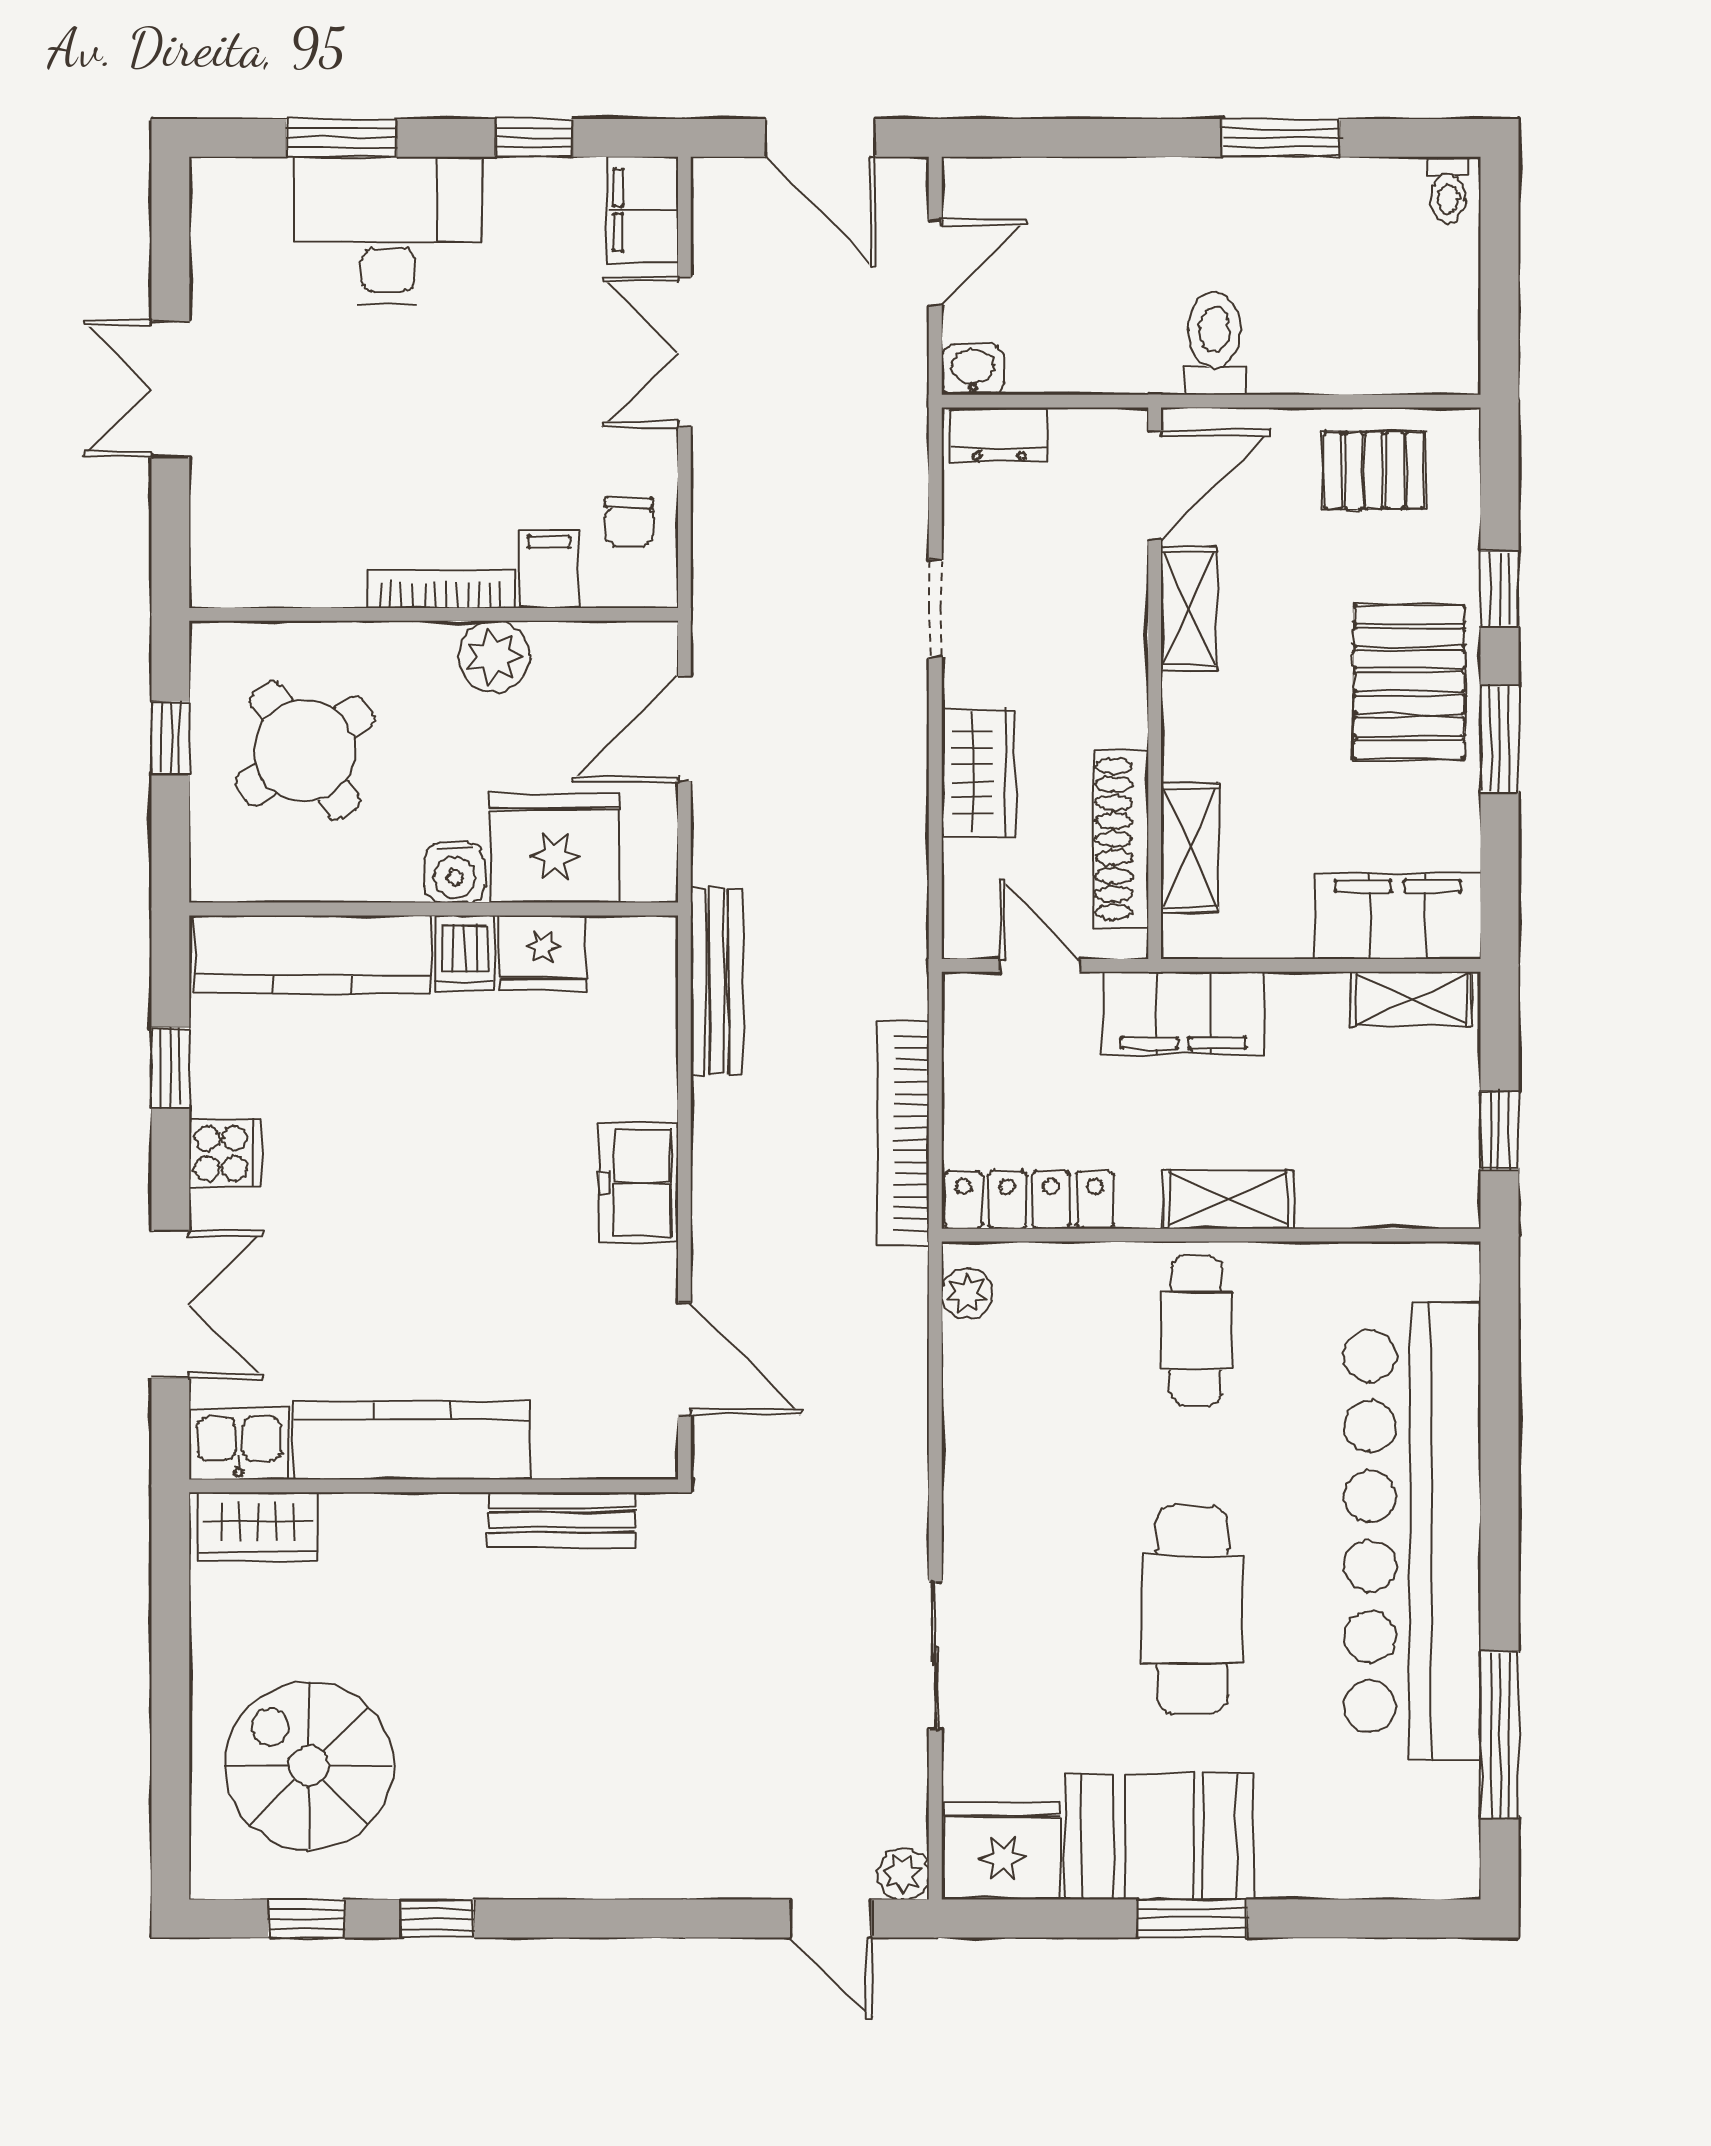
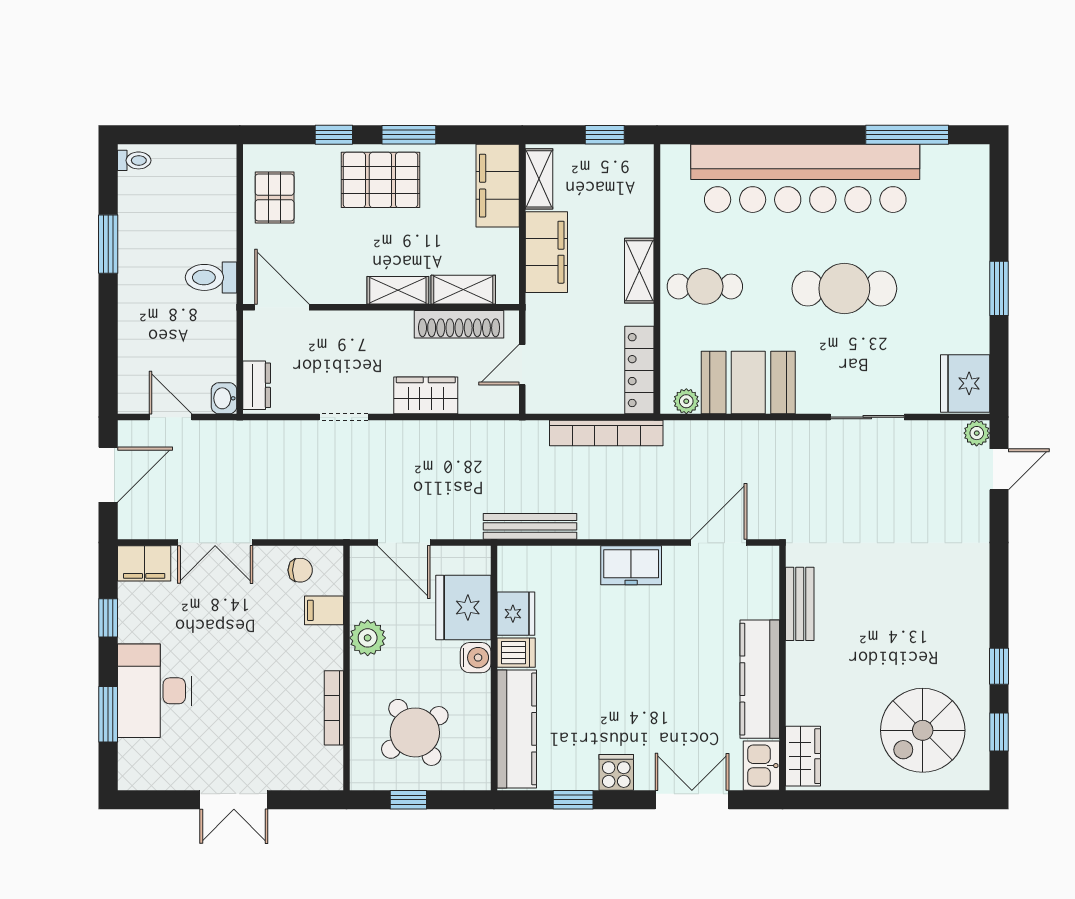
bookcase: (441, 589) -> (334, 708), moved
shelving: (1189, 609) -> (398, 290), moved
filing cabinet: (1183, 1014) -> (546, 252), moved
booth: (1159, 1837) -> (748, 383), moved, turned 90

